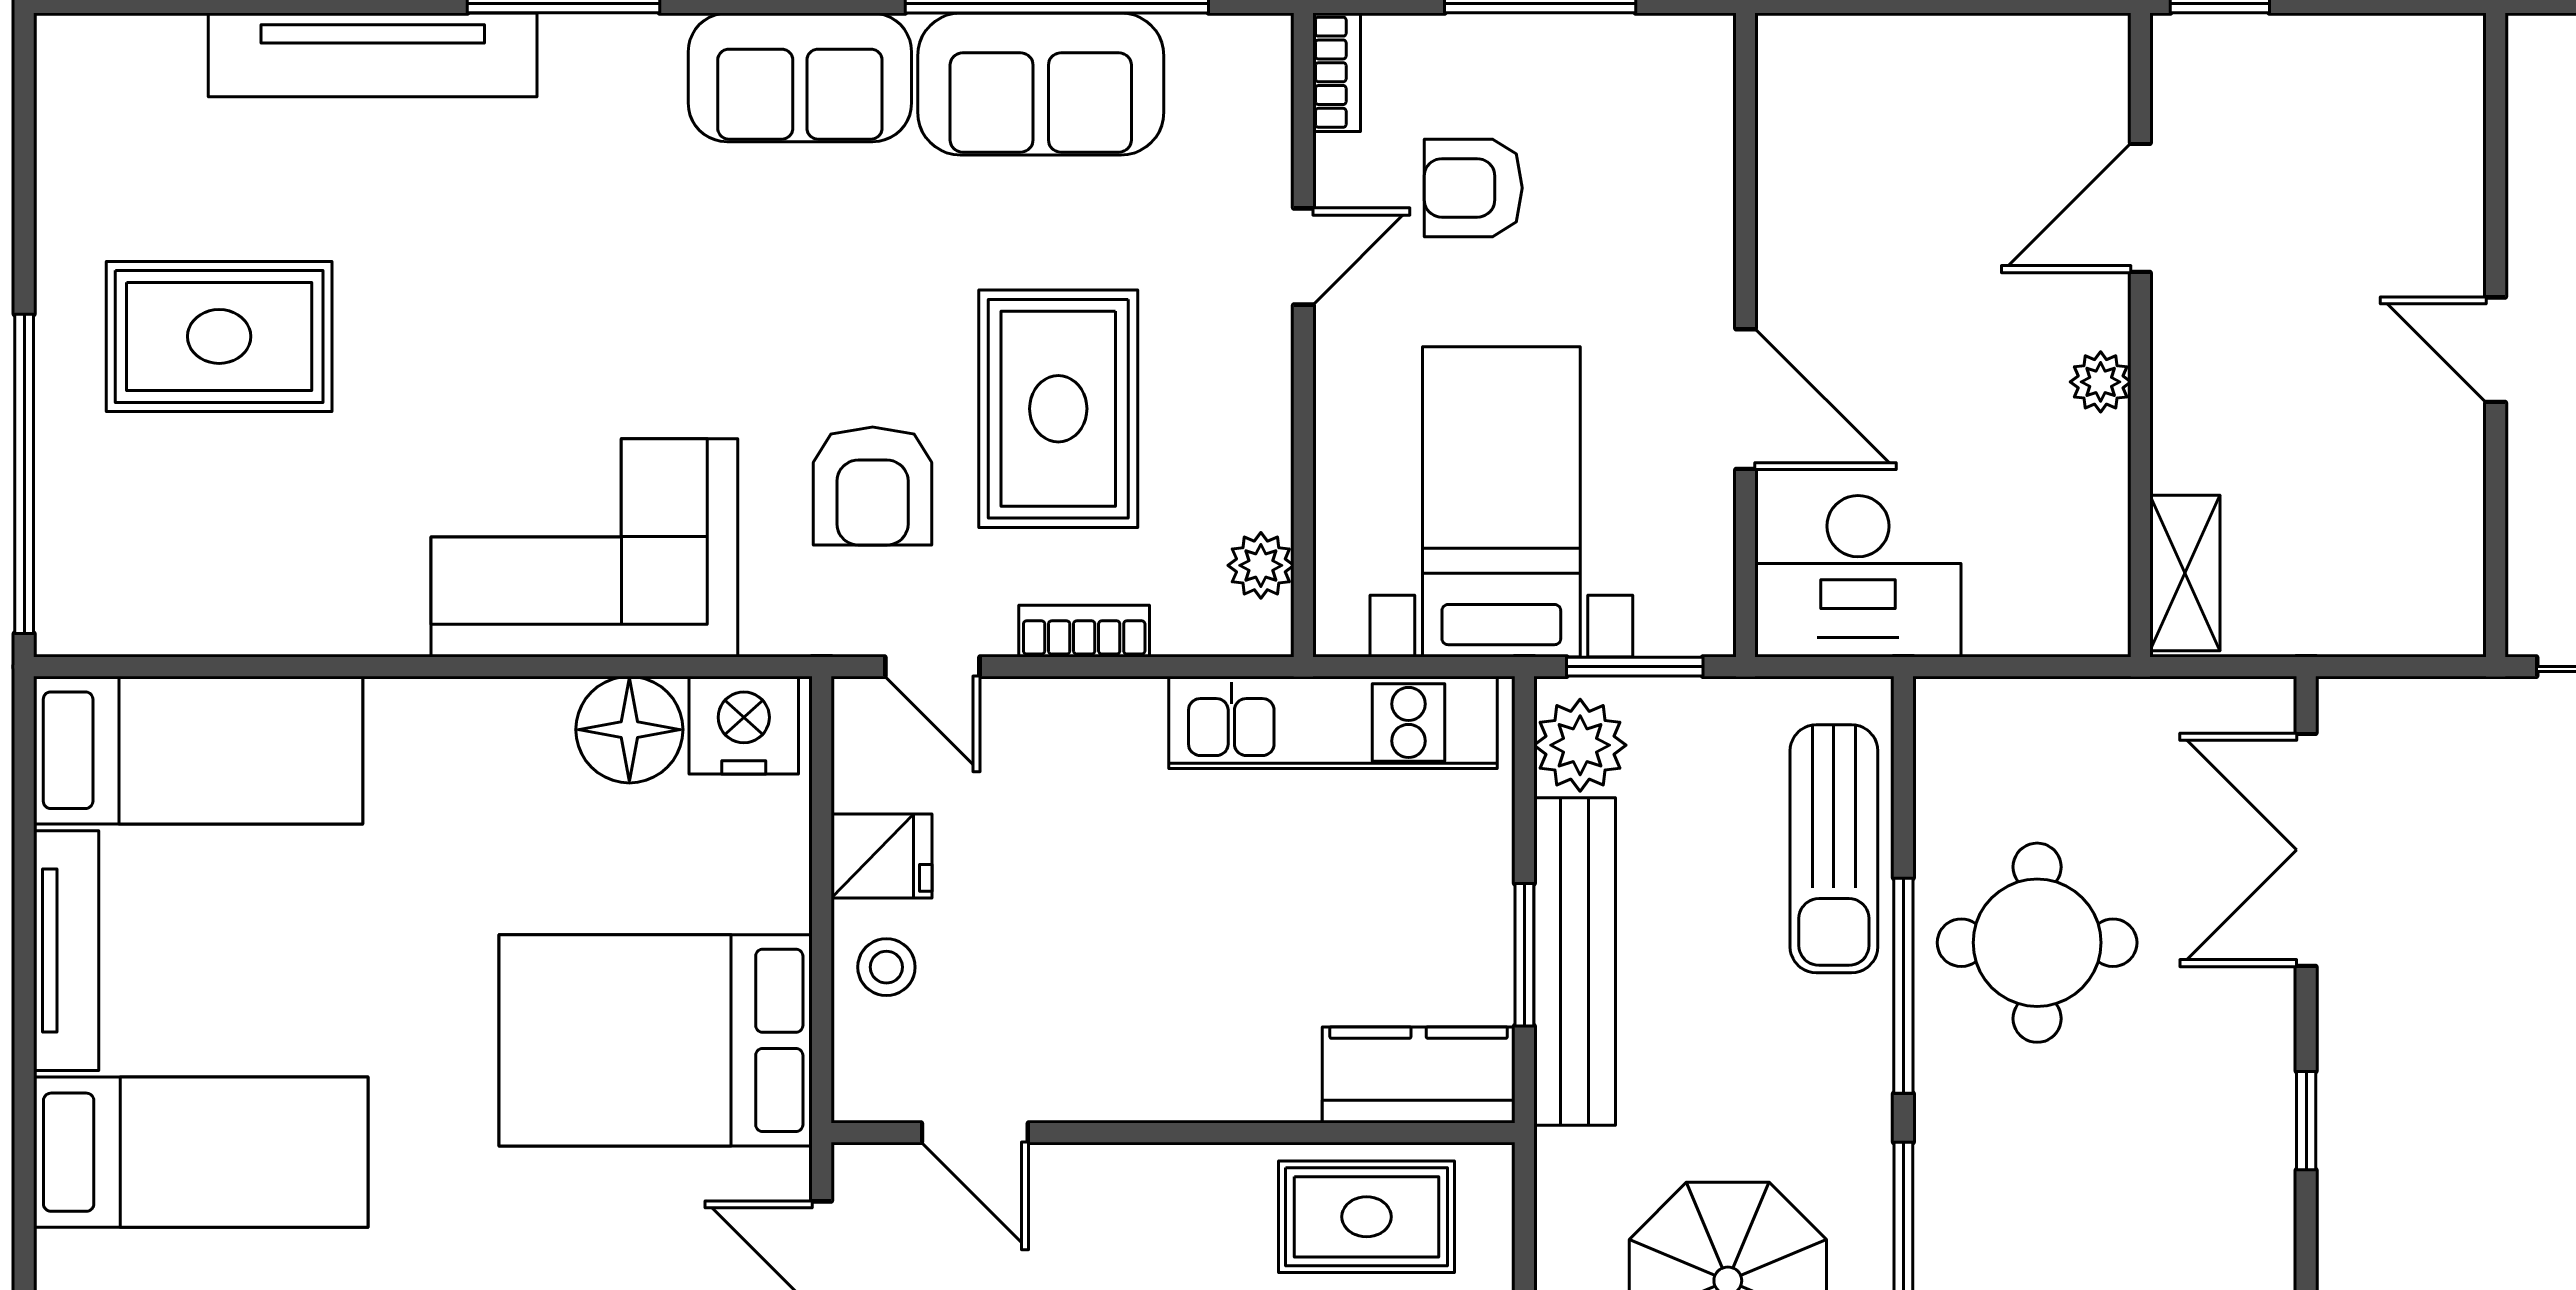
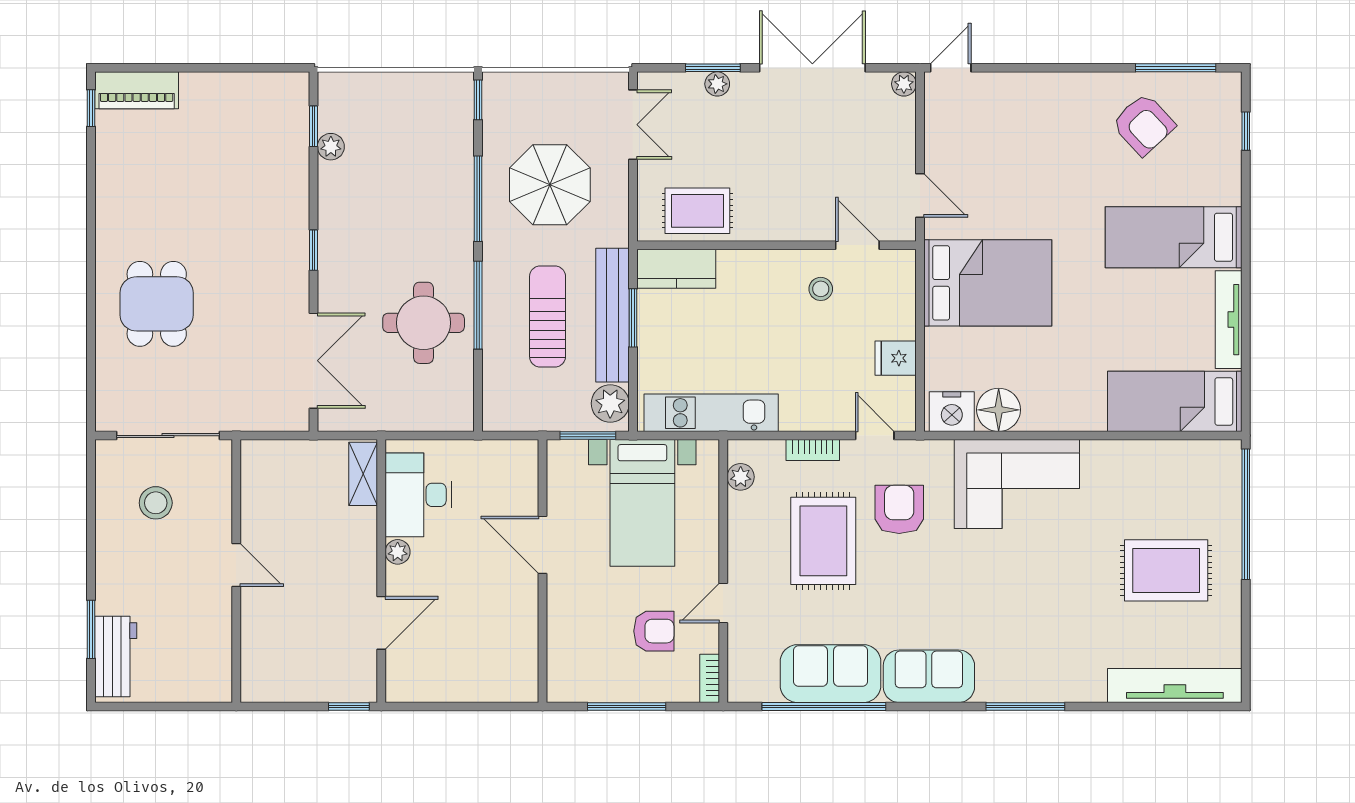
tv unit: (373, 55) -> (1175, 685), moved
desk: (1858, 576) -> (418, 495), moved, turned -90
sun lounger: (1834, 849) -> (548, 316), moved
stool: (886, 967) -> (821, 289), moved

